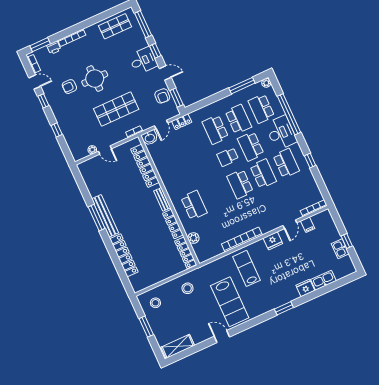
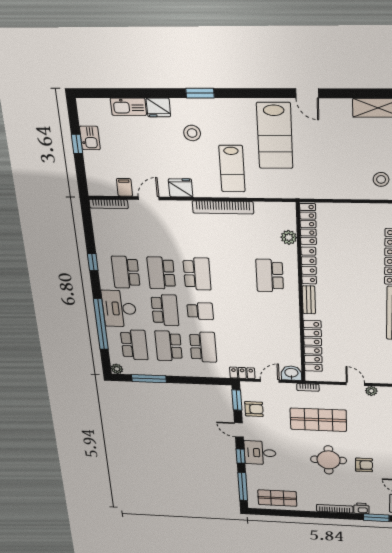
armchair: (162, 96) -> (254, 409), turned 87
stool: (188, 288) -> (192, 133), moved
lab bench: (230, 302) -> (275, 136), turned 180

